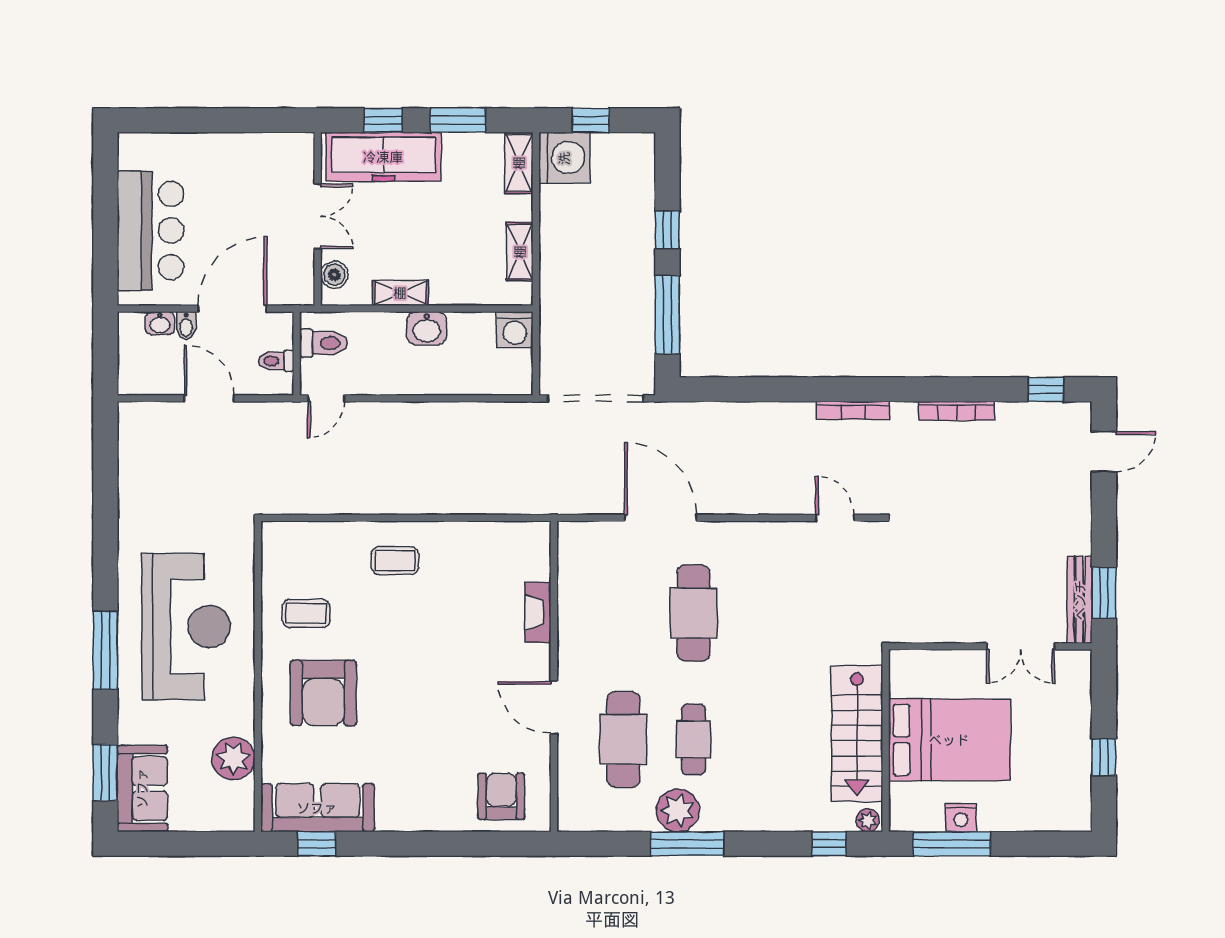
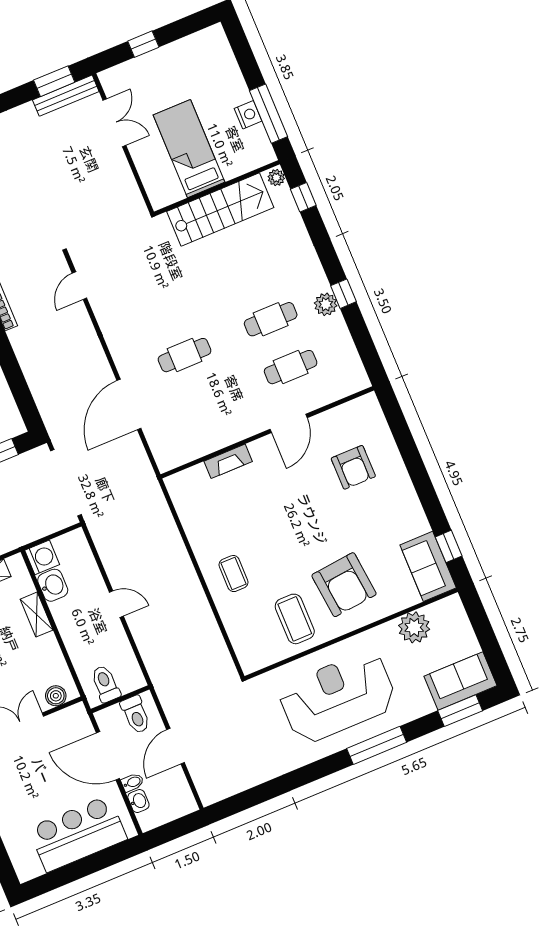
shelving: (400, 293) -> (37, 615), moved
washbasin: (427, 328) -> (53, 585), moved
toilet: (276, 361) -> (136, 715), width x1.37, depth x1.39
door: (326, 398) -> (116, 604), moved
coffee table: (306, 613) -> (295, 619), width x1.36, depth x1.30
cafe table: (694, 613) -> (185, 355), width x0.73, depth x0.74
armchair: (323, 693) -> (344, 585), turned 84
cafe table: (623, 739) -> (291, 367), width x0.73, depth x0.74
bed: (949, 740) -> (189, 149), width x0.67
window: (1104, 757) -> (143, 44), moved
armchair: (501, 796) -> (353, 467), moved, turned -90
sofa: (317, 808) -> (428, 566), width x0.73
plant: (678, 810) -> (326, 304), width x0.73, depth x0.73
window: (687, 844) -> (343, 294), width x0.46

